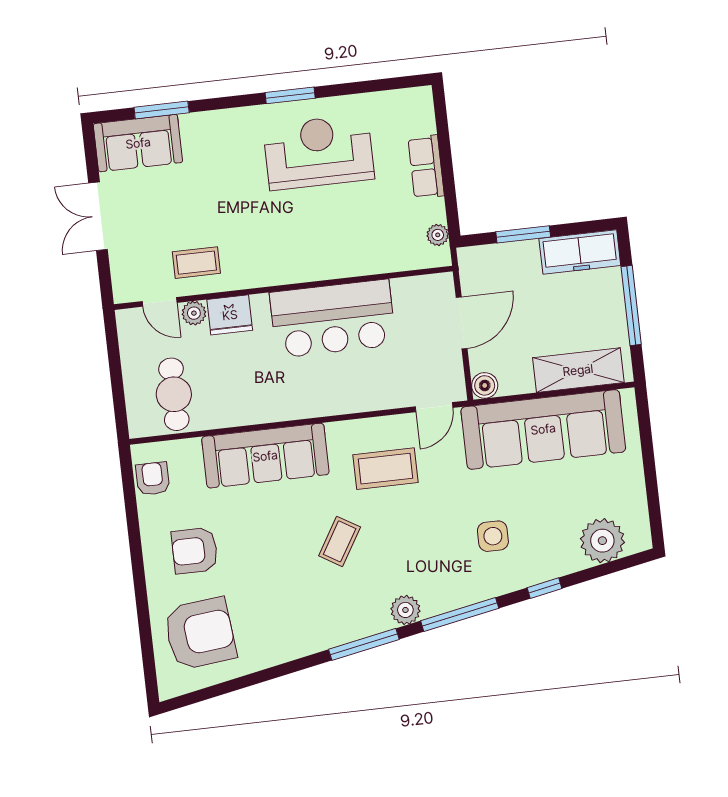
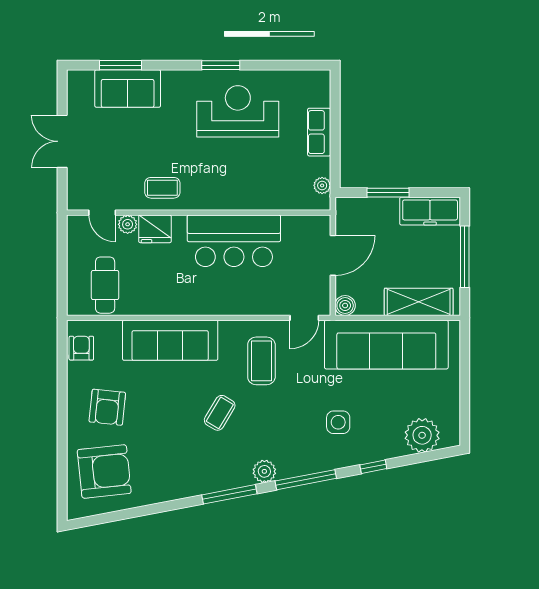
sofa: (138, 143) -> (128, 88), moved
coffee table: (196, 263) -> (162, 188), moved
coffee table: (386, 469) -> (261, 361), turned 90
armchair: (195, 551) -> (107, 407), turned -84

